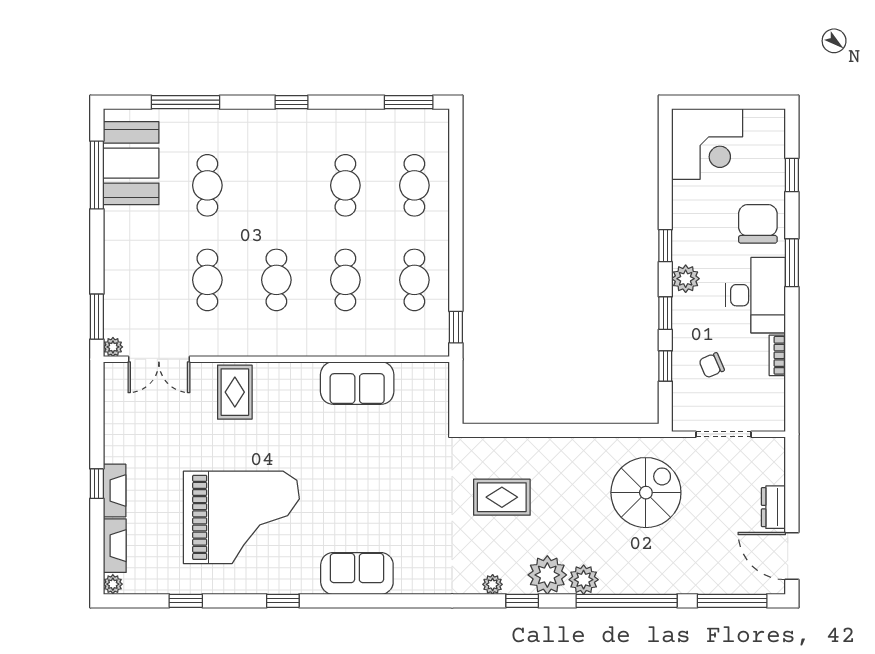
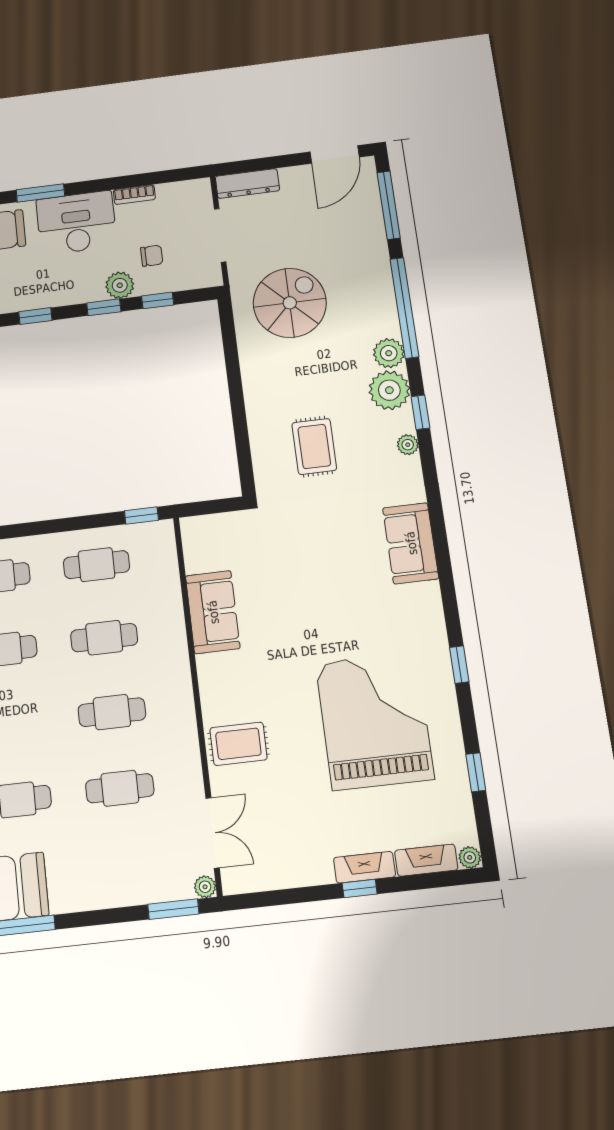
plant: (686, 279) -> (120, 285), moved
chair: (712, 365) -> (152, 256), turned -67
spiral stairs: (646, 493) -> (290, 303), turned 90
dresser: (773, 507) -> (247, 184), moved, width x1.44
sofa: (357, 573) -> (411, 543), moved

